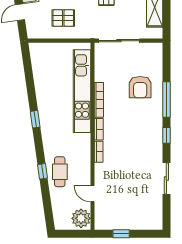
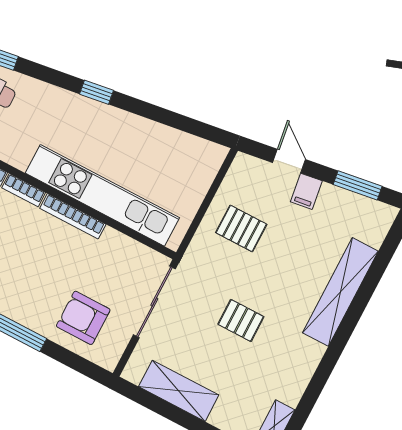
pallet: (63, 18) -> (241, 228), turned 90
armchair: (140, 87) -> (83, 318), moved

